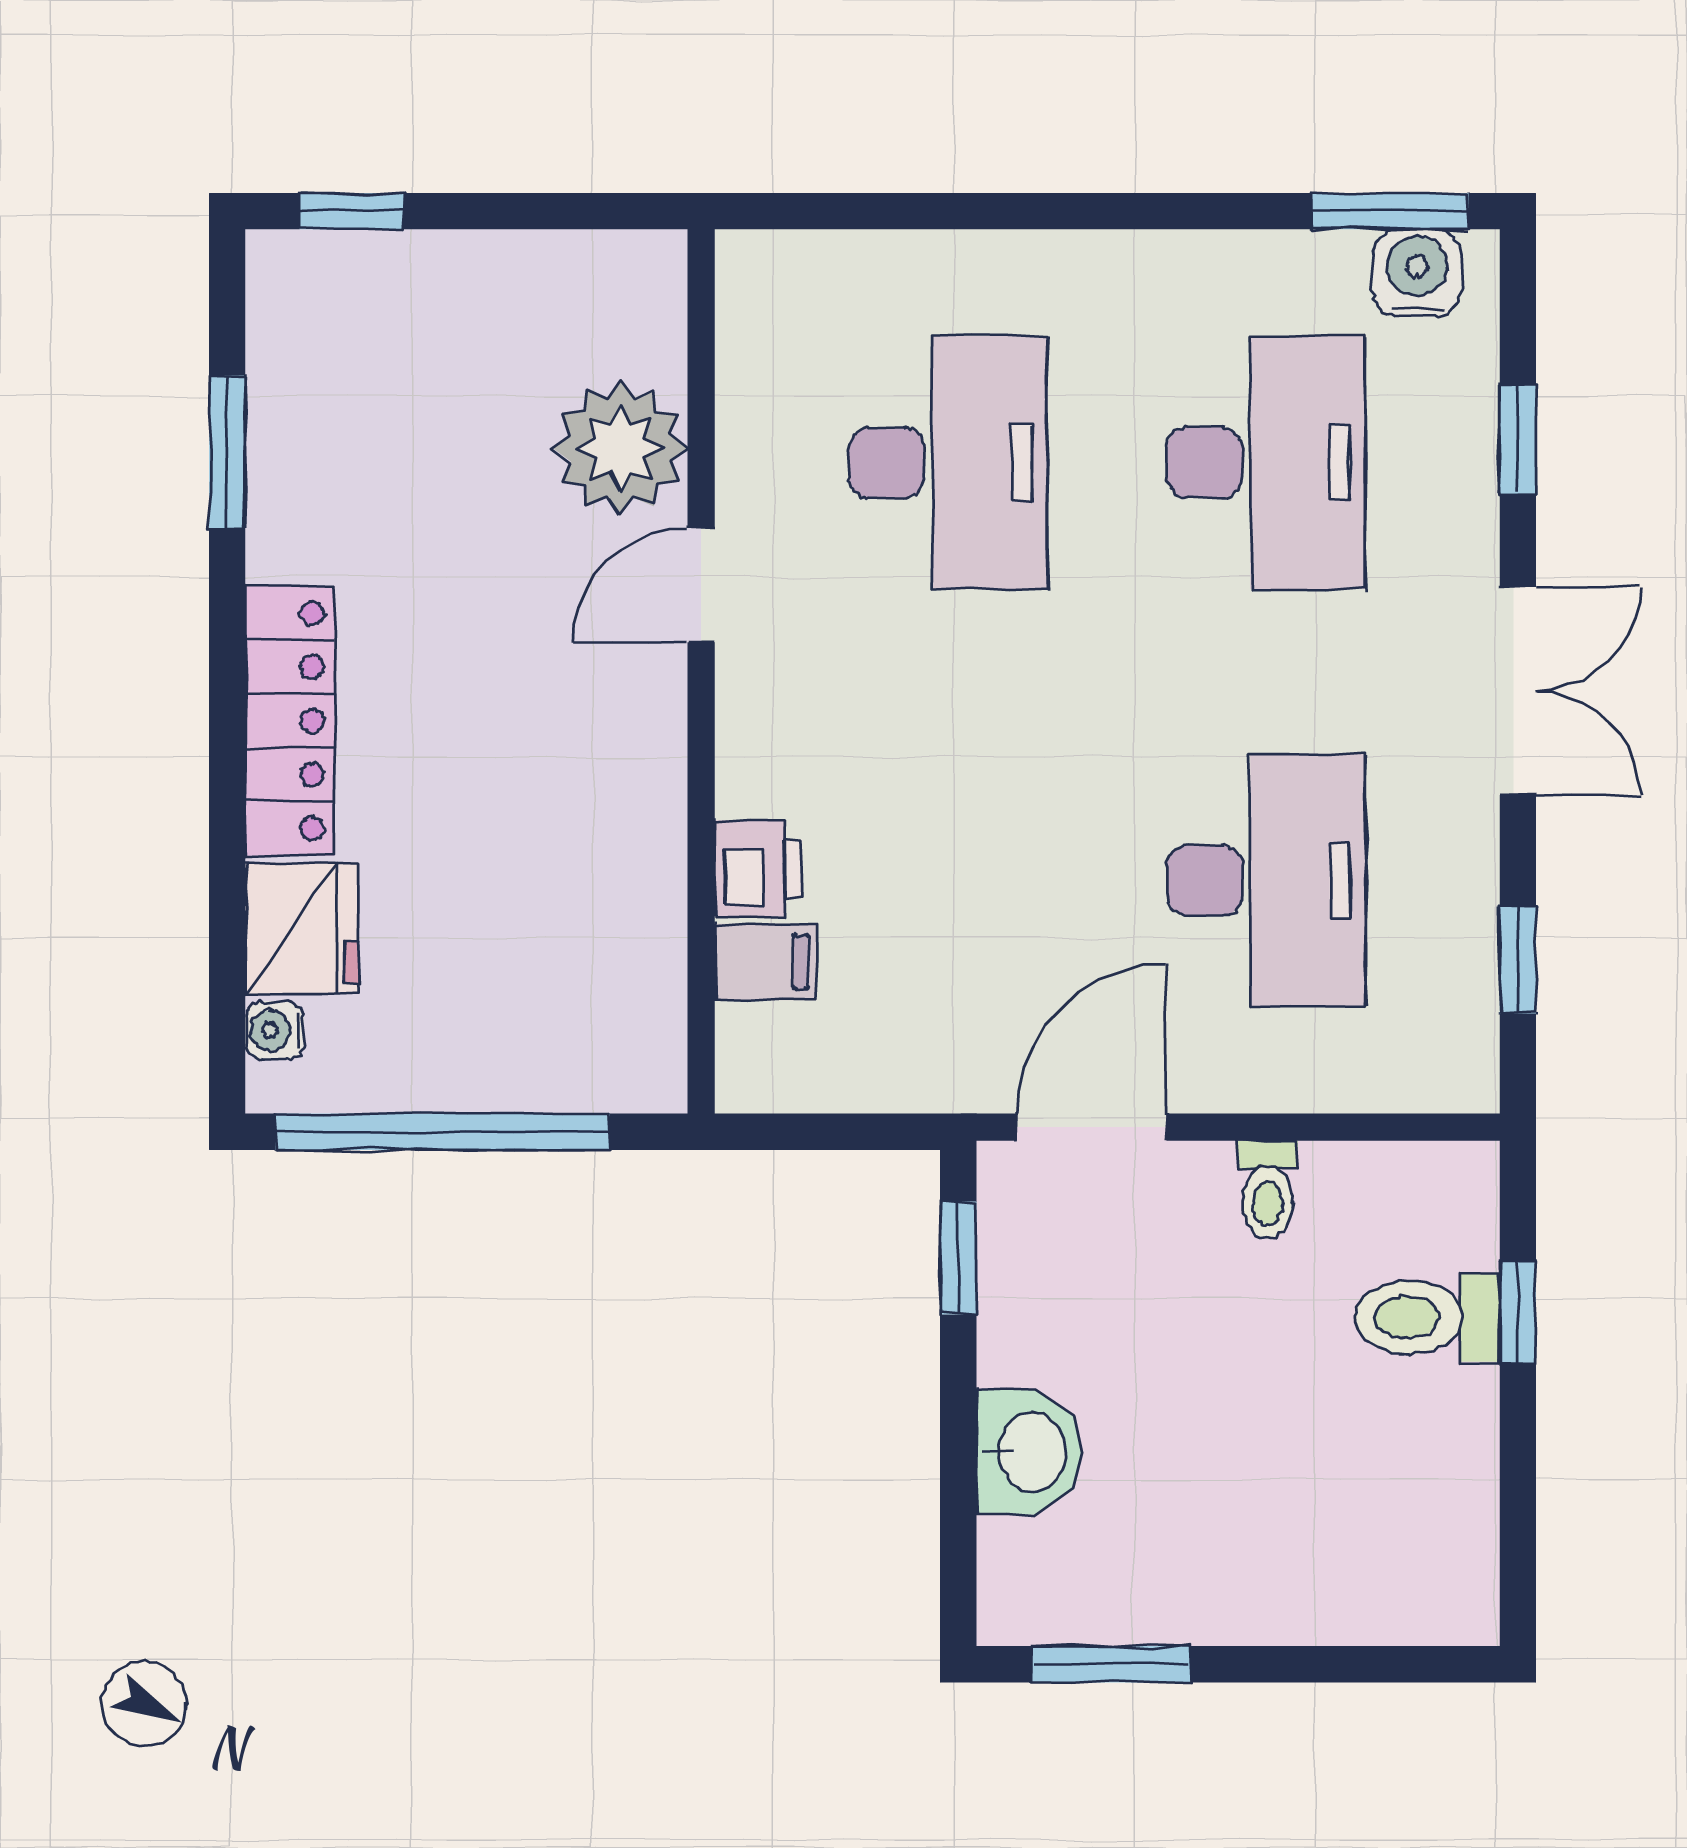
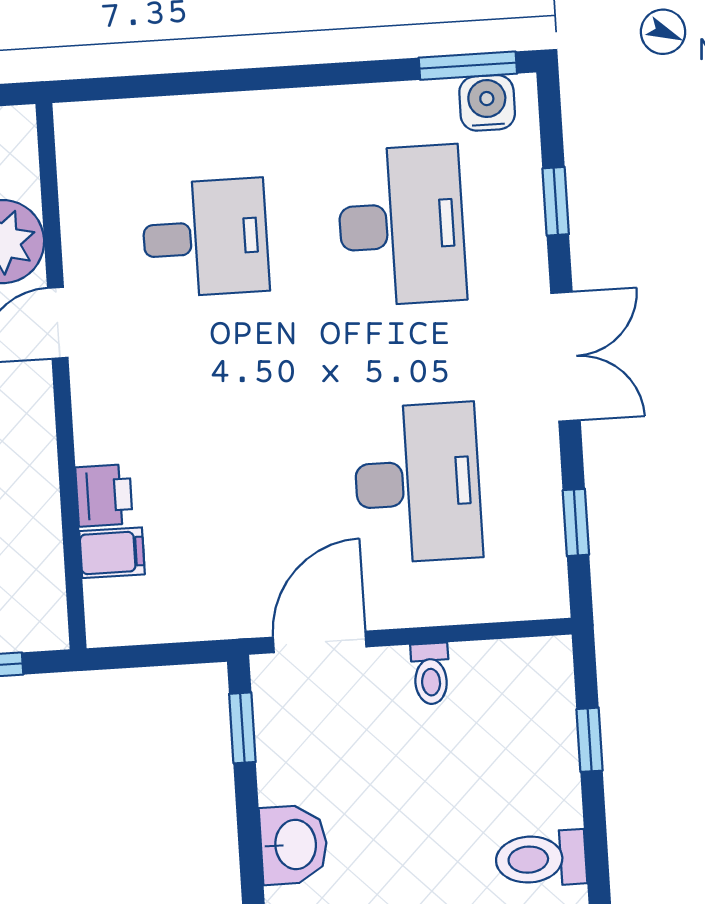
desk: (948, 463) -> (205, 238), width x0.73
toilet: (1427, 1317) -> (541, 859), moved

